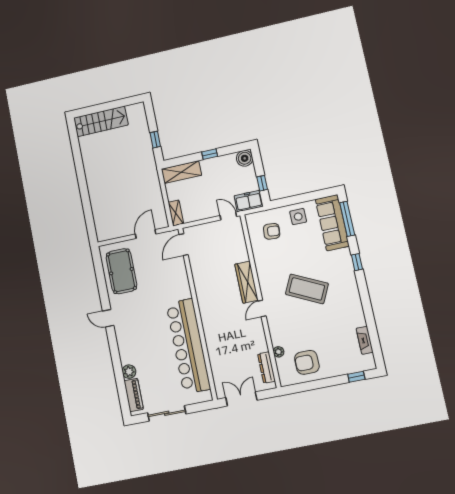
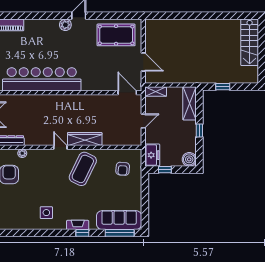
door: (228, 216) -> (143, 121), moved
side table: (298, 217) -> (46, 213), moved
coffee table: (307, 289) -> (83, 169), moved
fireplace: (365, 340) -> (78, 225), moved
plant: (129, 372) -> (65, 25), moved

